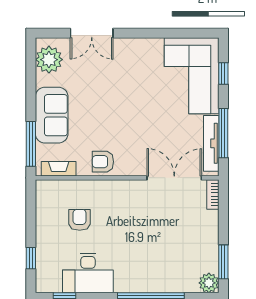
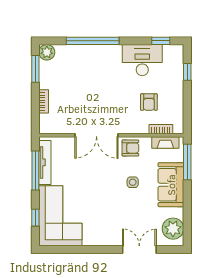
side table: (100, 118) -> (133, 182), added
double door: (174, 178) -> (96, 135), moved
bookcase: (64, 186) -> (161, 129), added
bookcase: (213, 195) -> (44, 101), moved

